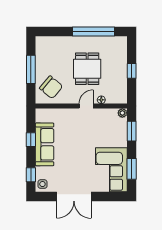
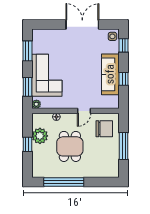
plant: (119, 80) -> (40, 136), added
chair: (51, 87) -> (104, 129), turned 140
door: (86, 106) -> (84, 111), moved
corner sofa: (111, 170) -> (47, 75), moved

